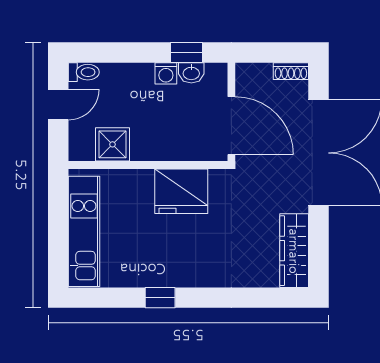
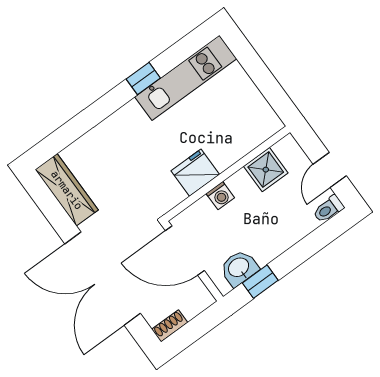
washing machine: (166, 73) -> (220, 196), moved, turned 180
washbasin: (191, 73) -> (239, 268), width x1.38, depth x1.45
fridge: (181, 191) -> (195, 173), width x0.73, depth x0.75
kitchen unit: (84, 231) -> (186, 78), moved, turned -90

